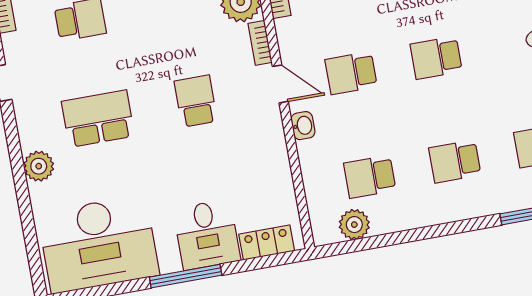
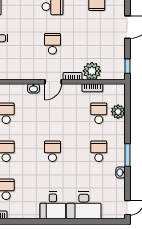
school desk: (351, 73) -> (52, 113), removed
school desk: (196, 101) -> (52, 44), turned -90

